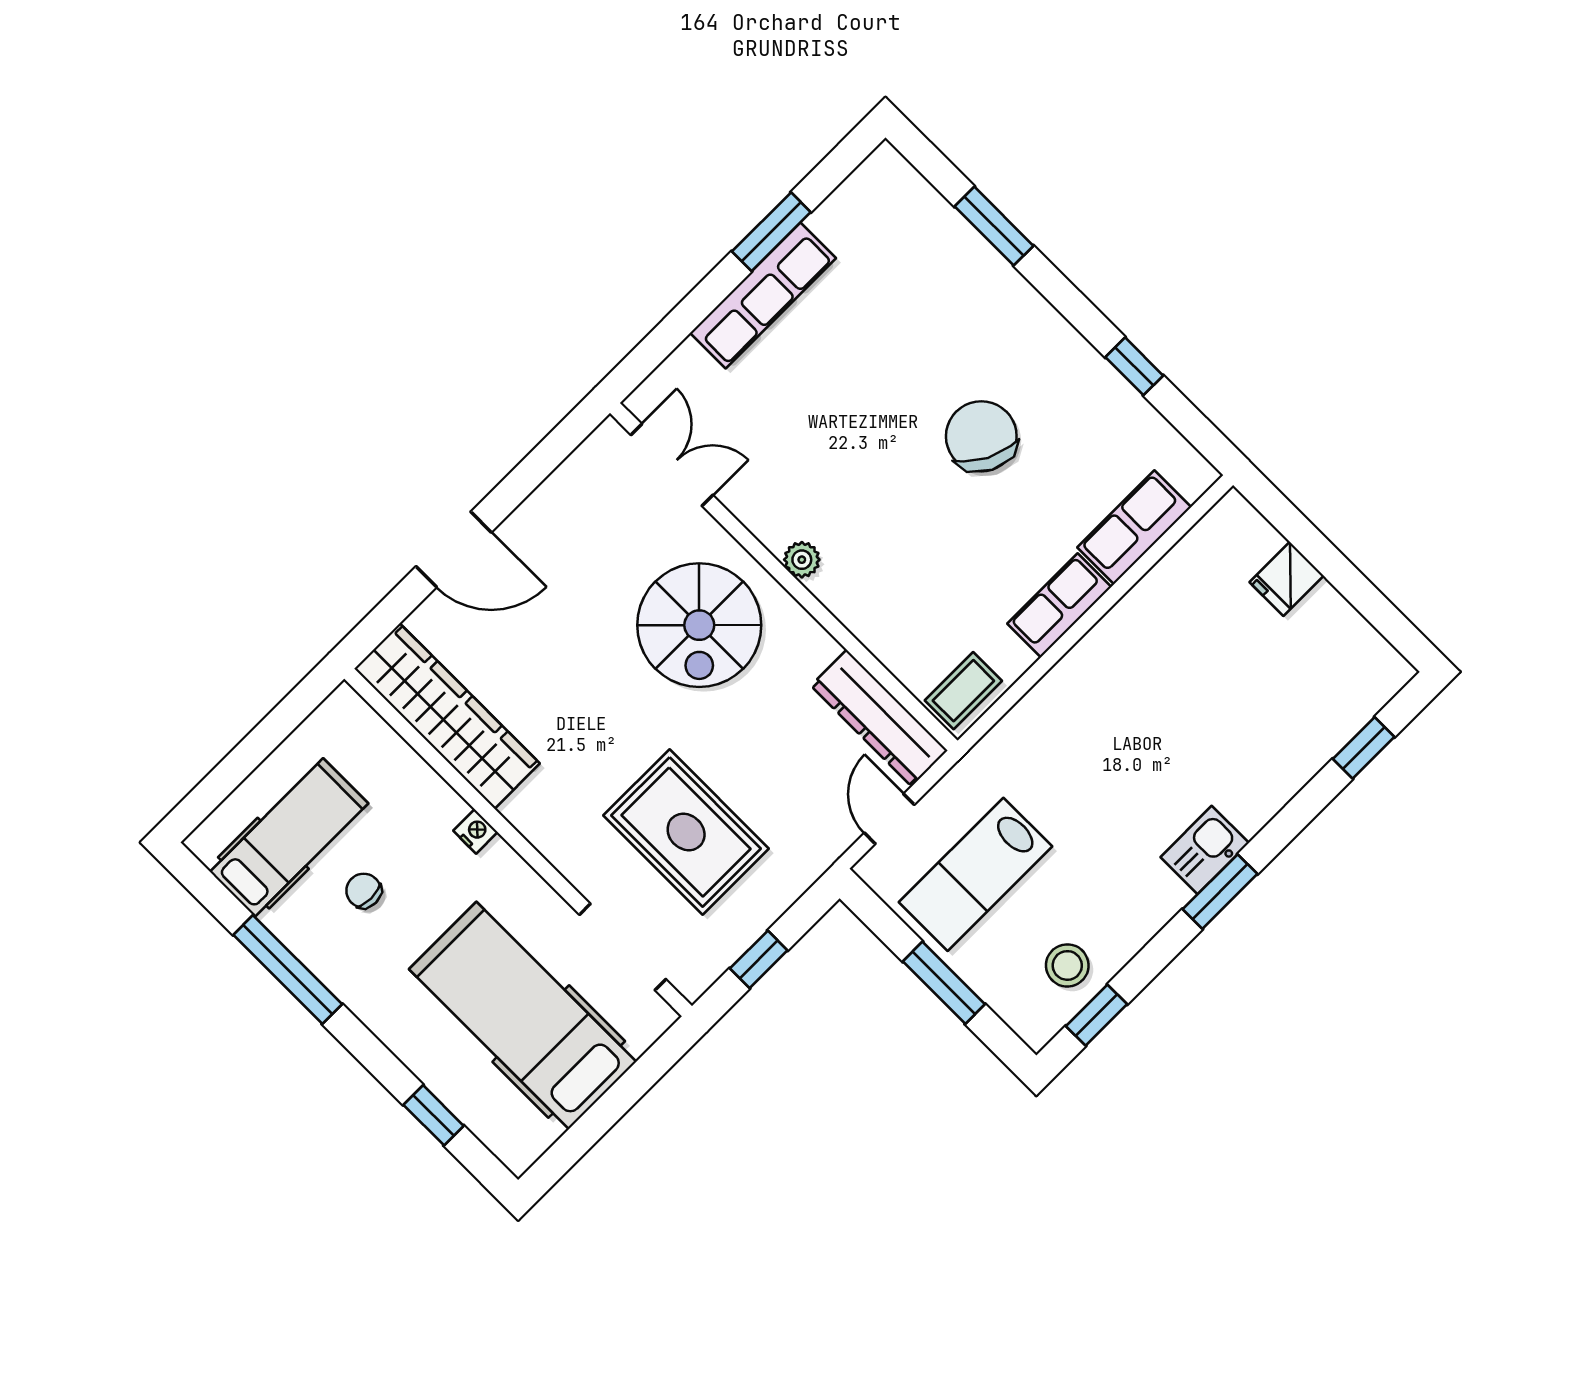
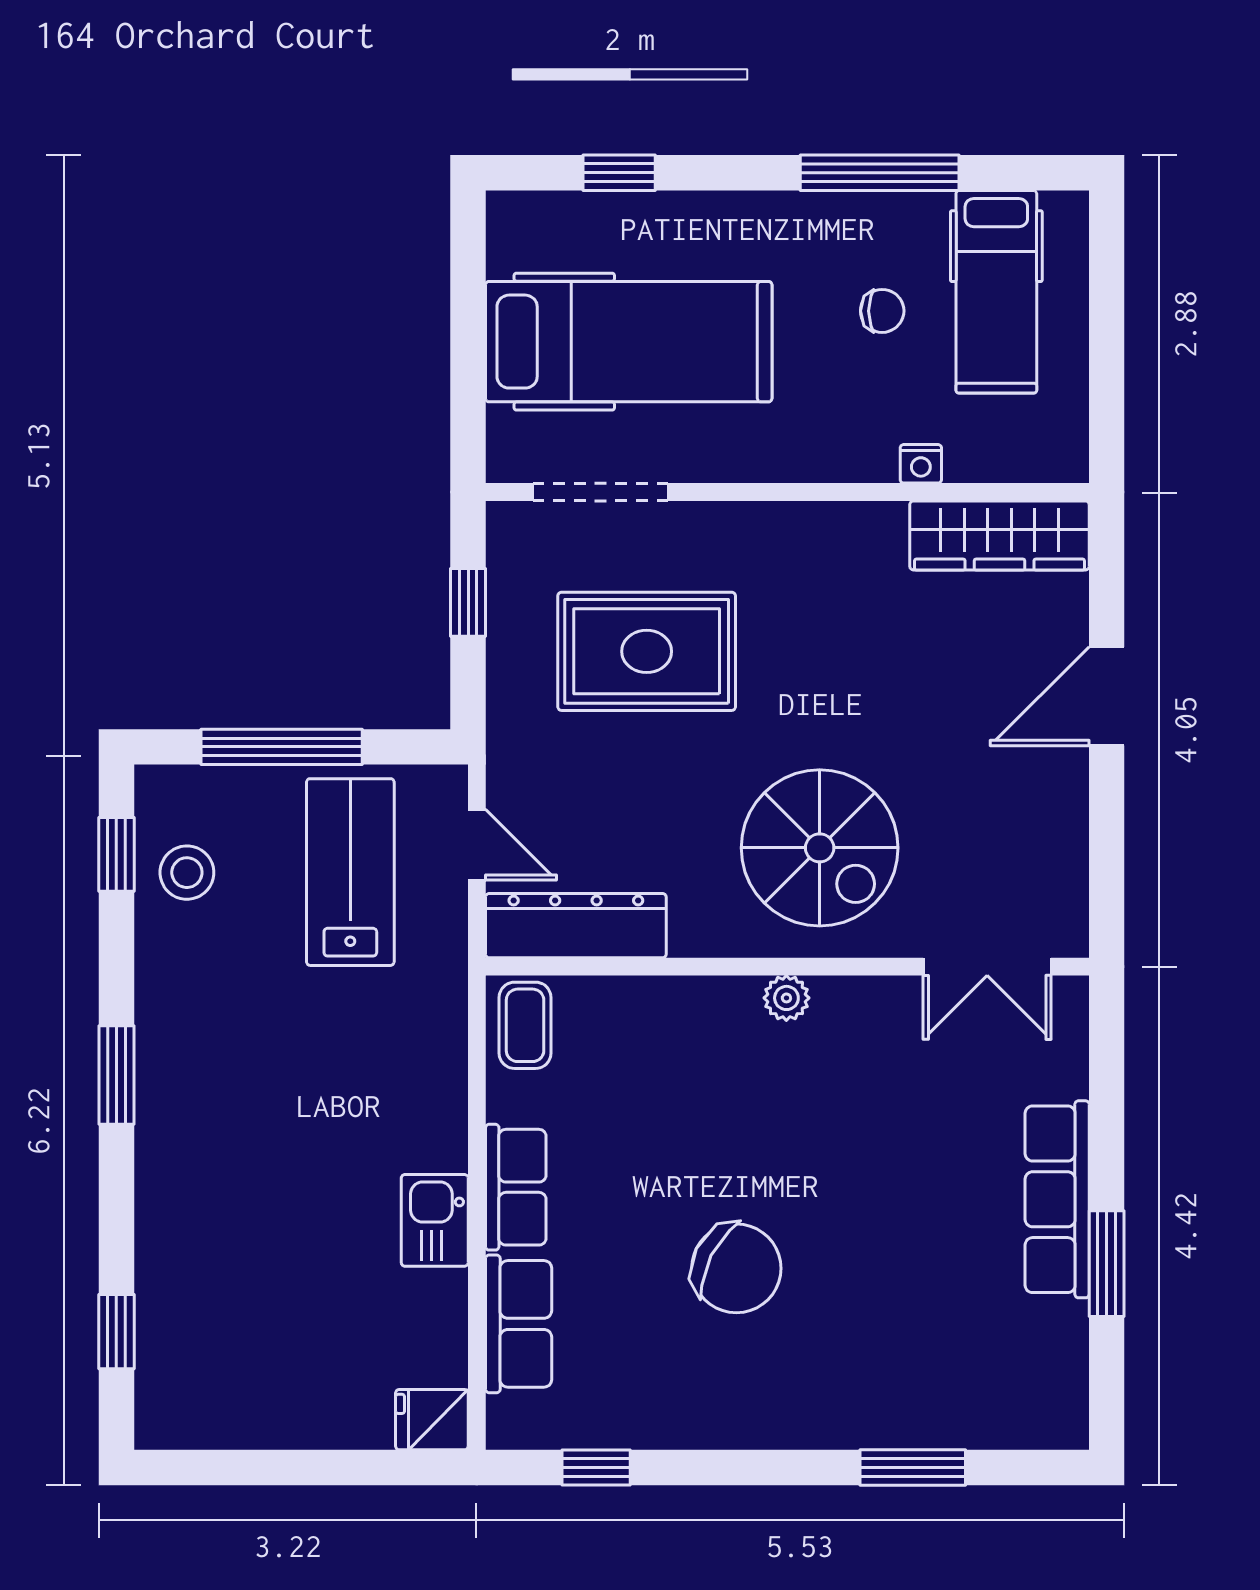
window: (1134, 366) -> (596, 1468), moved
fridge: (1287, 579) -> (432, 1420), moved, turned -90
spiral stairs: (699, 625) -> (820, 848), turned 180
wardrobe: (447, 716) -> (999, 535), width x0.71, depth x0.85
nightstand: (475, 831) -> (921, 464), moved
kitchen sink: (1205, 850) -> (435, 1220), moved, turned 180
window: (944, 983) -> (282, 747), width x1.44

